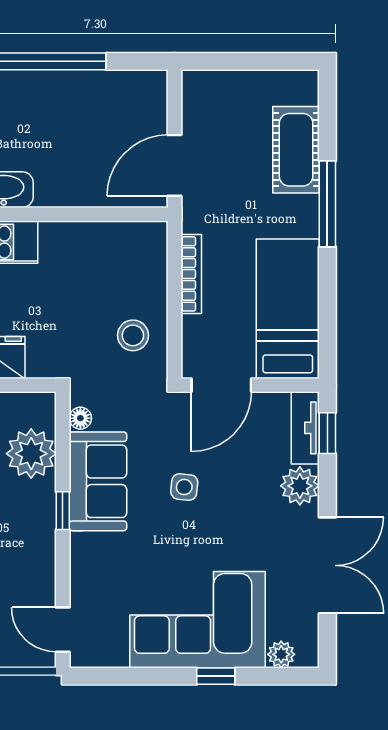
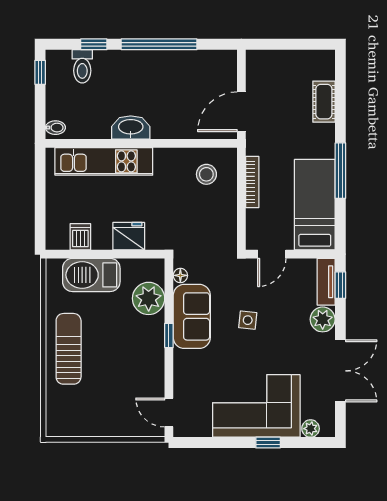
cot: (296, 150) -> (324, 102), width x0.73, depth x0.75
window: (327, 204) -> (340, 171), moved
stool: (133, 335) -> (206, 174), moved
door: (221, 385) -> (272, 254), width x0.73

